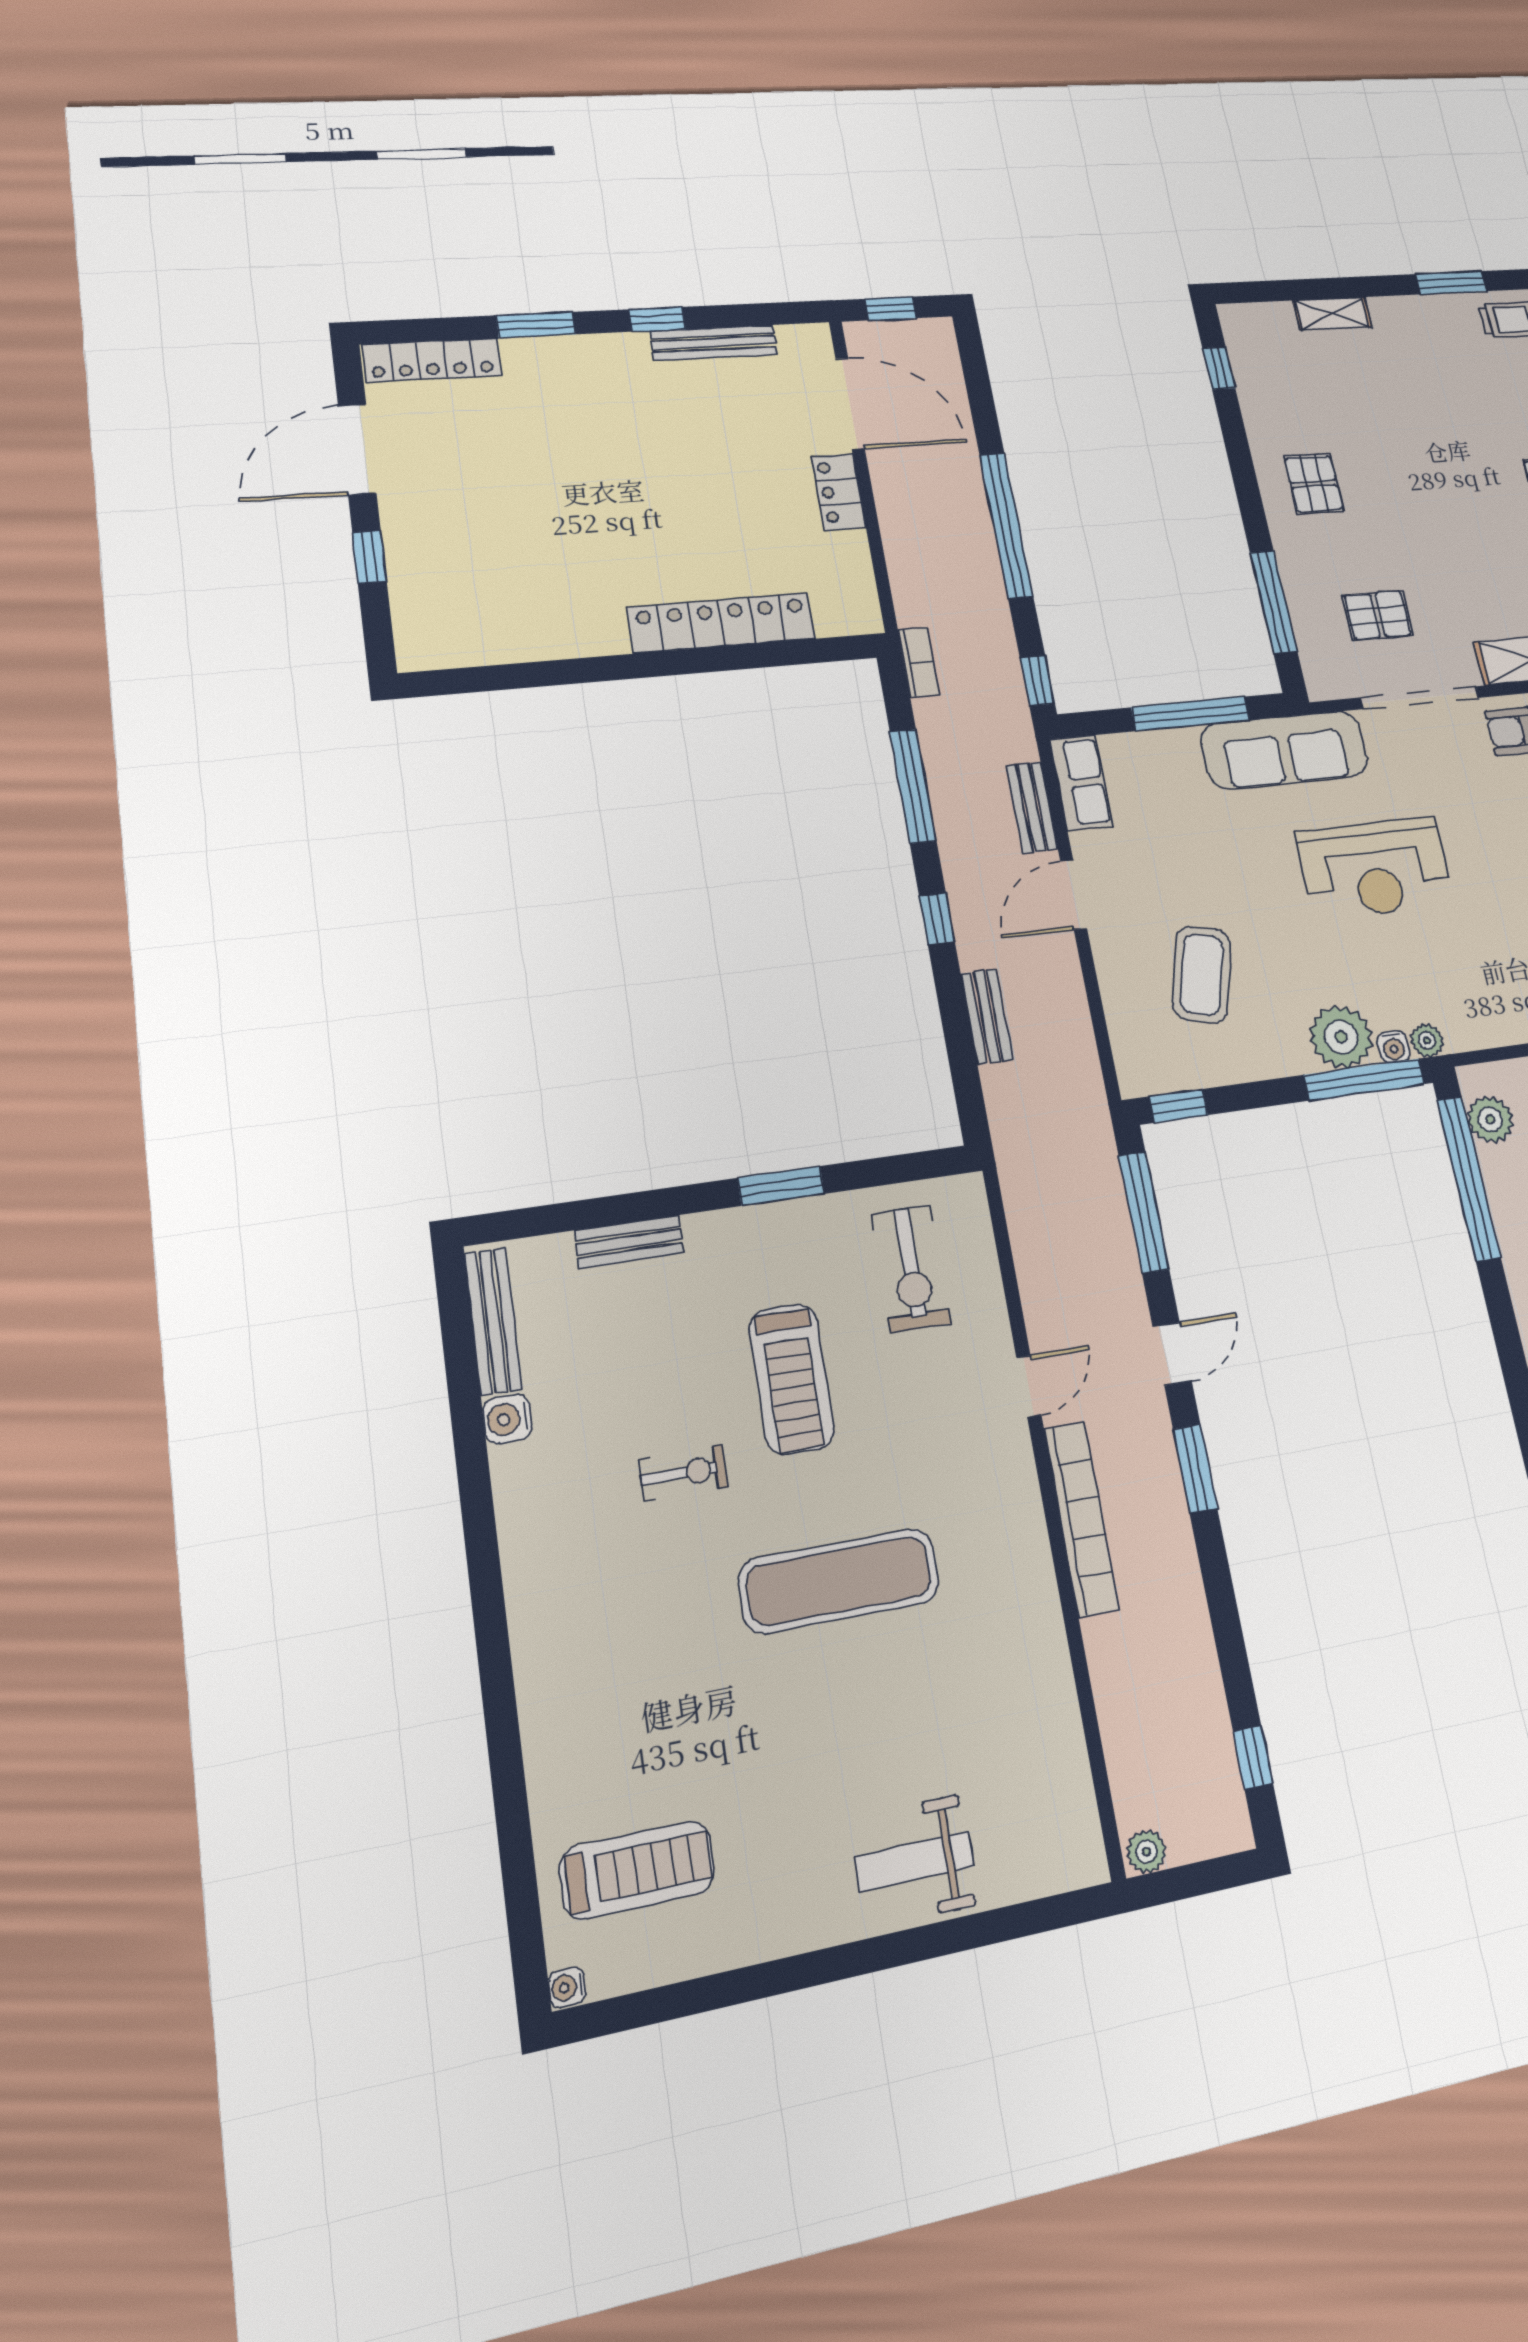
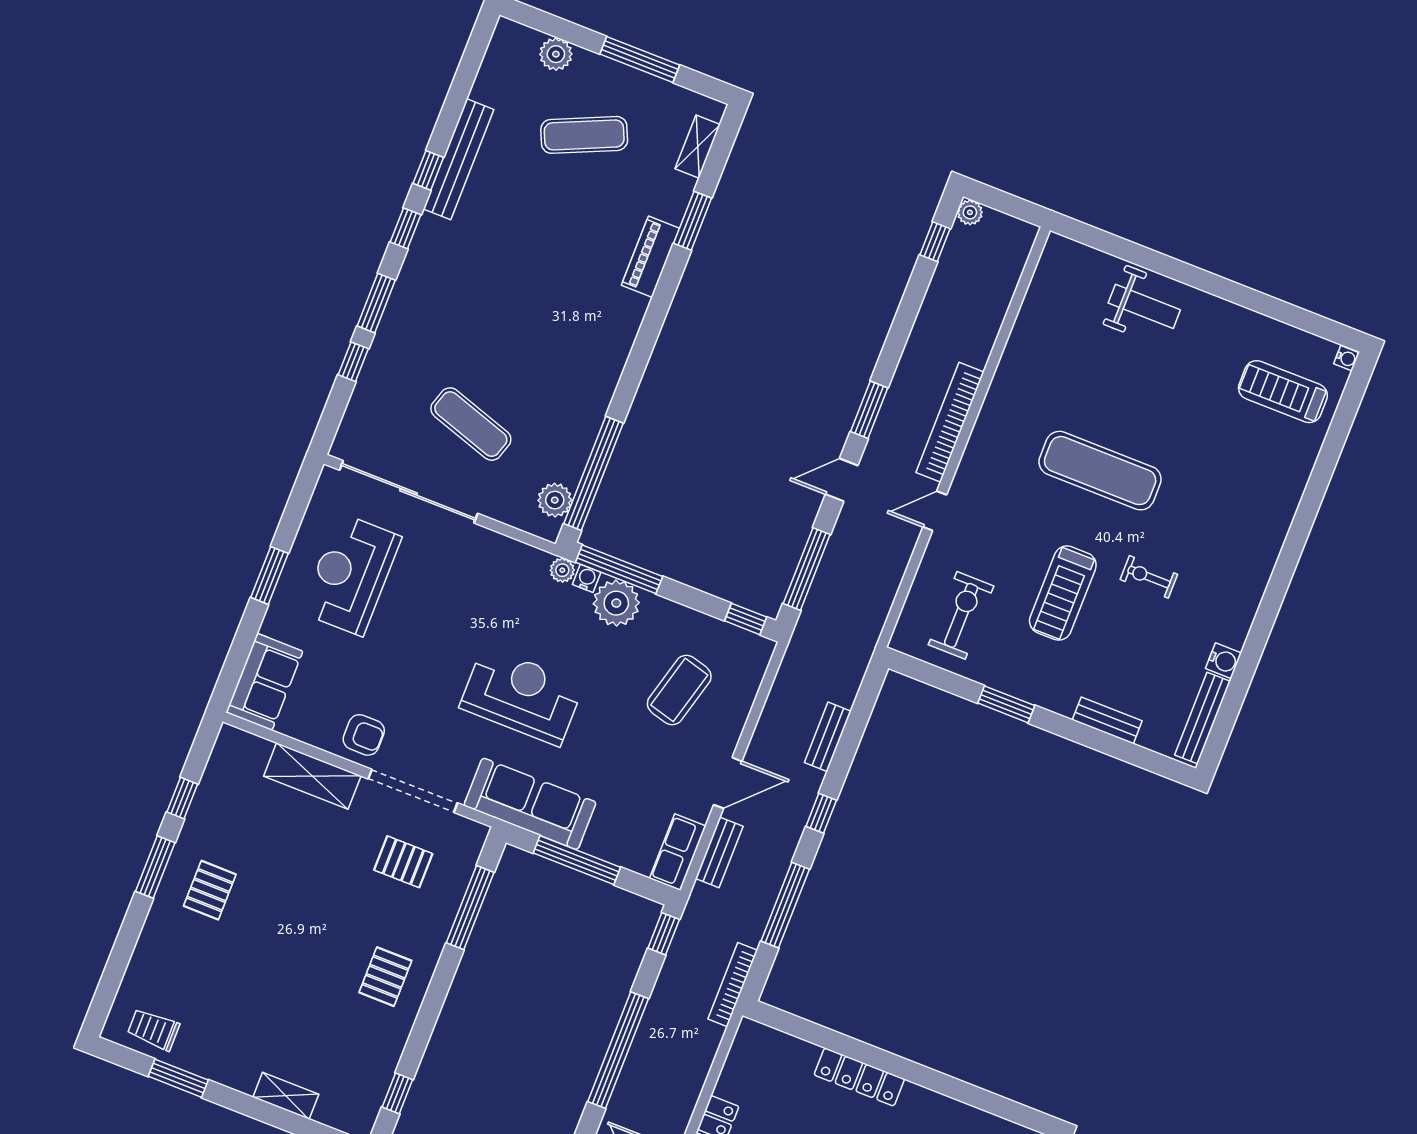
locker: (722, 623) -> (859, 1077), width x0.71, depth x0.83
bookcase: (919, 662) -> (733, 985), width x1.56
treadmill: (792, 1379) -> (1063, 593), turned 180
plant: (1146, 1852) -> (970, 212), moved

